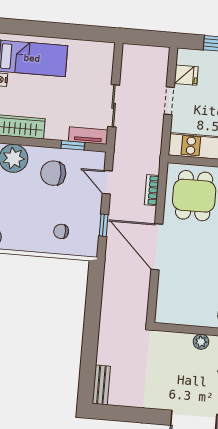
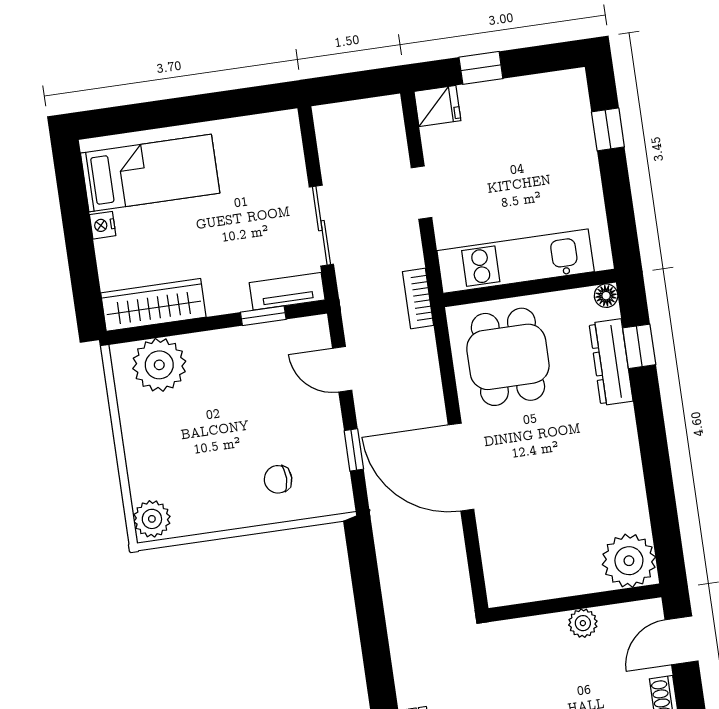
fridge: (186, 75) -> (437, 106), moved
chair: (53, 173) -> (239, 375), removed
bookcase: (152, 190) -> (418, 299), moved

